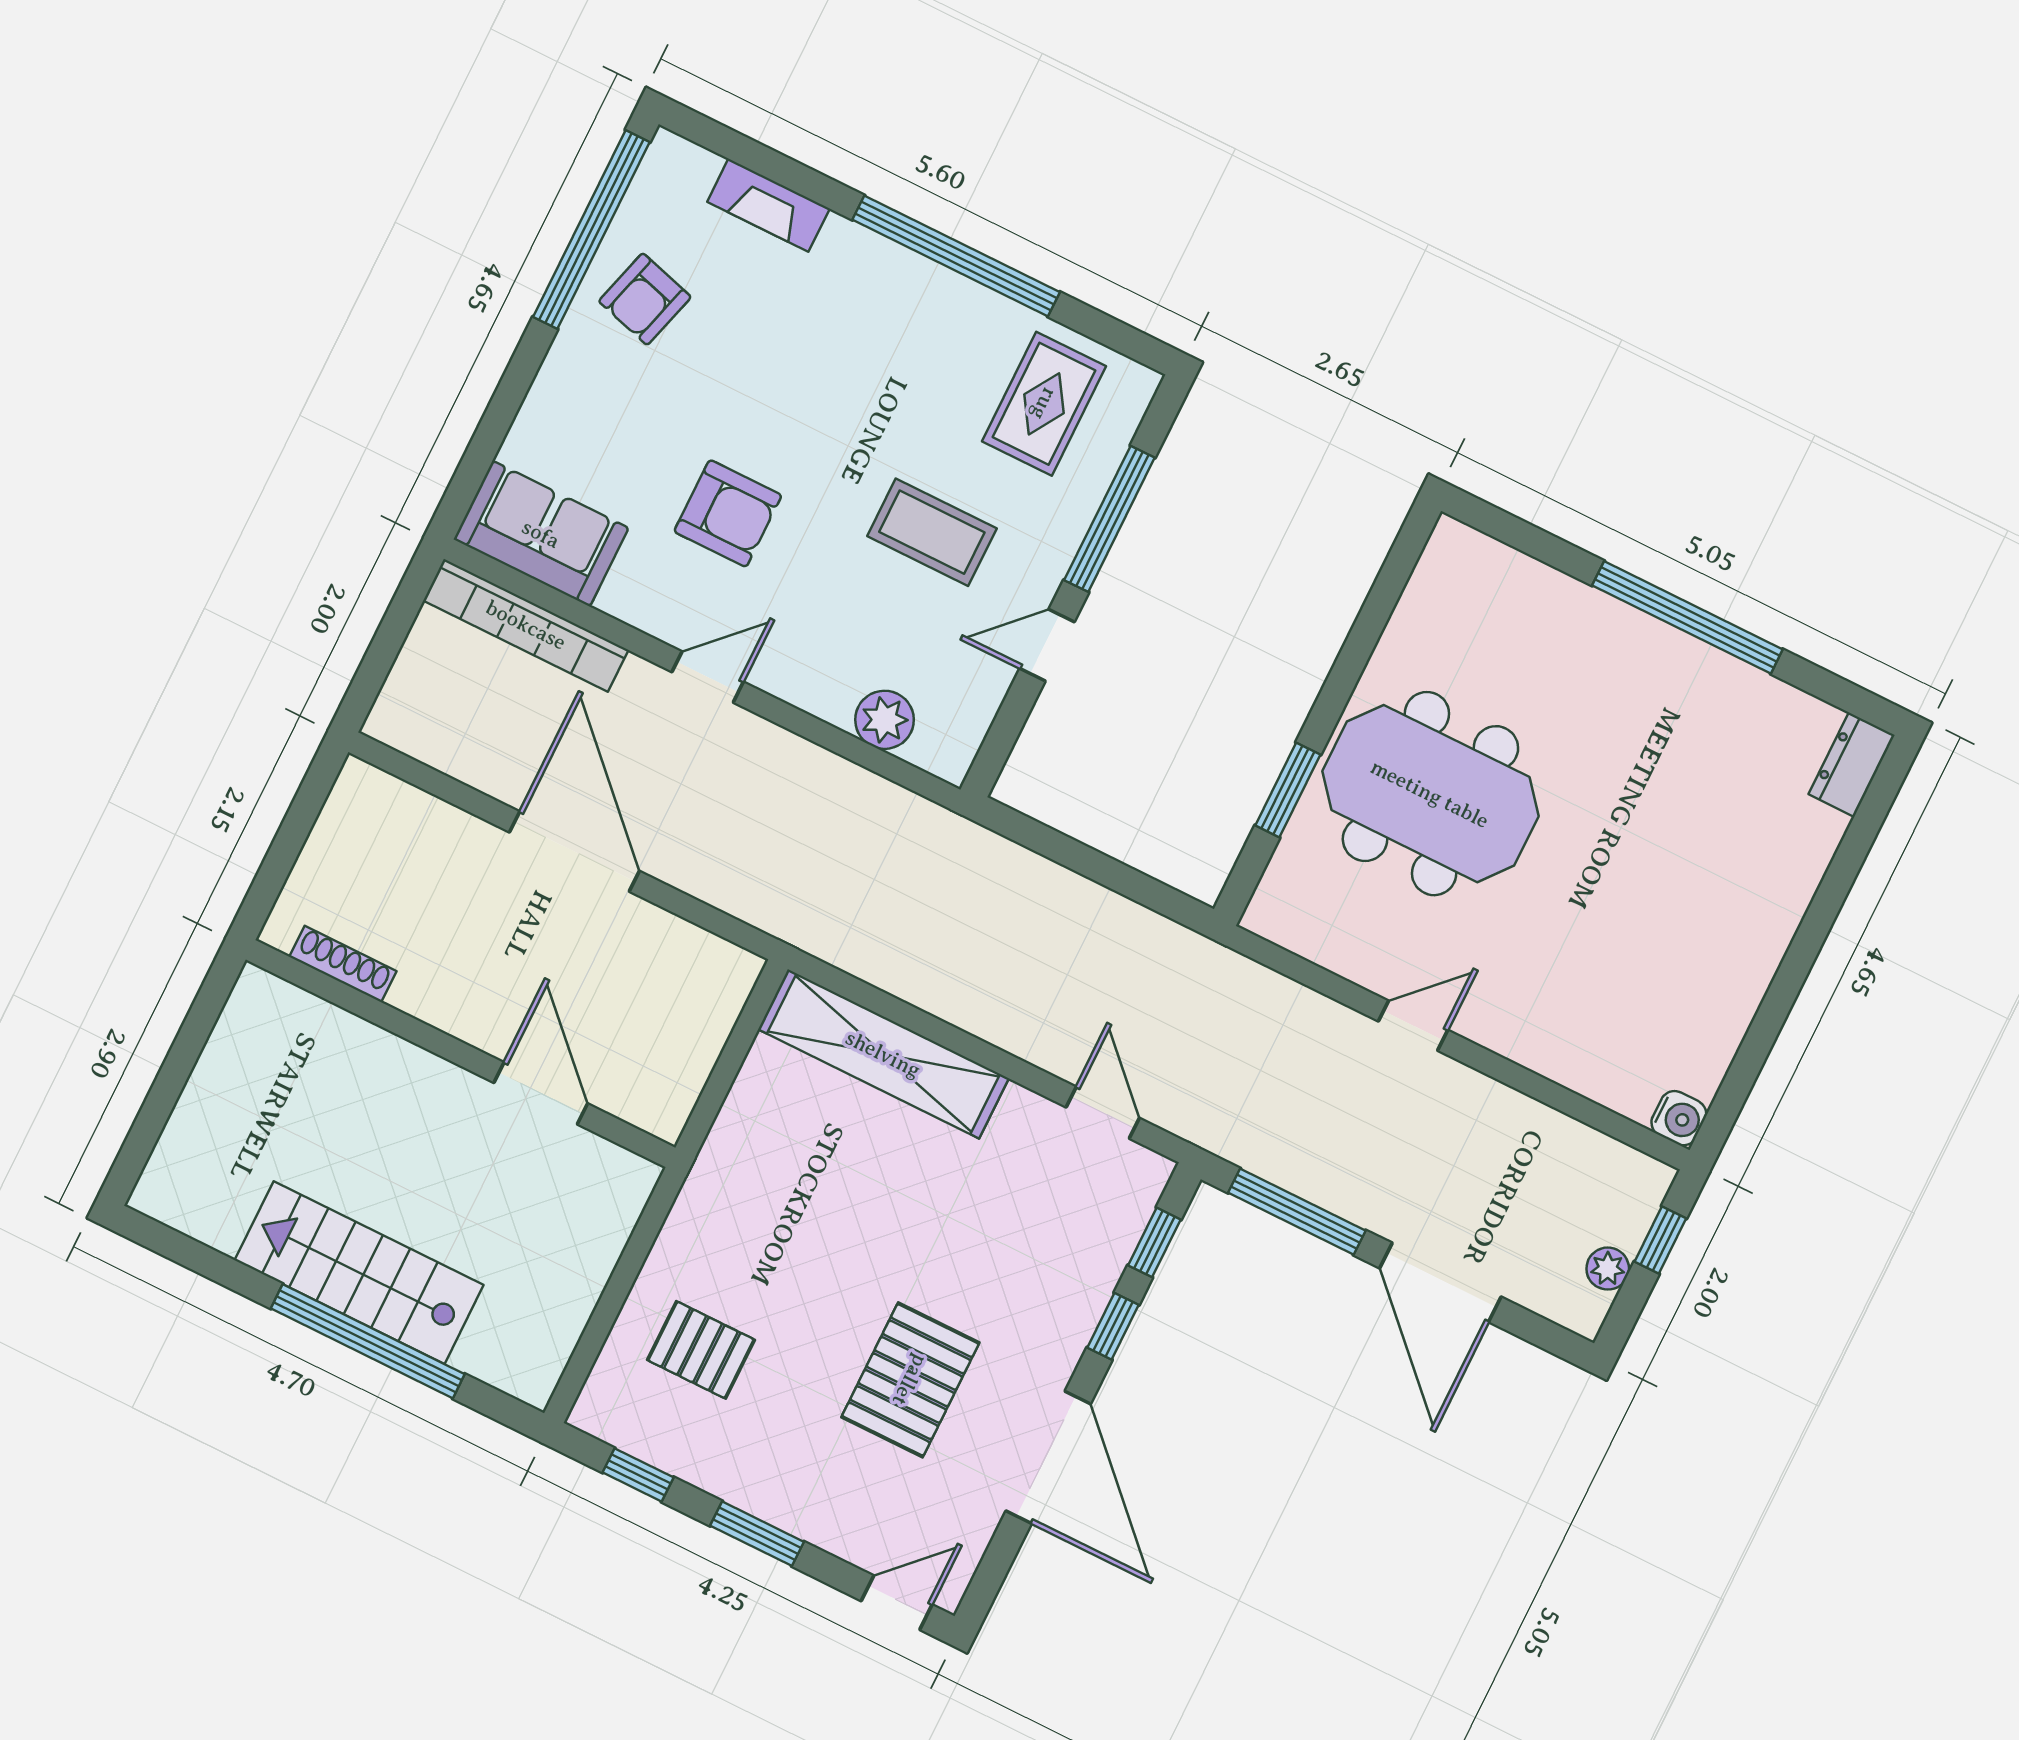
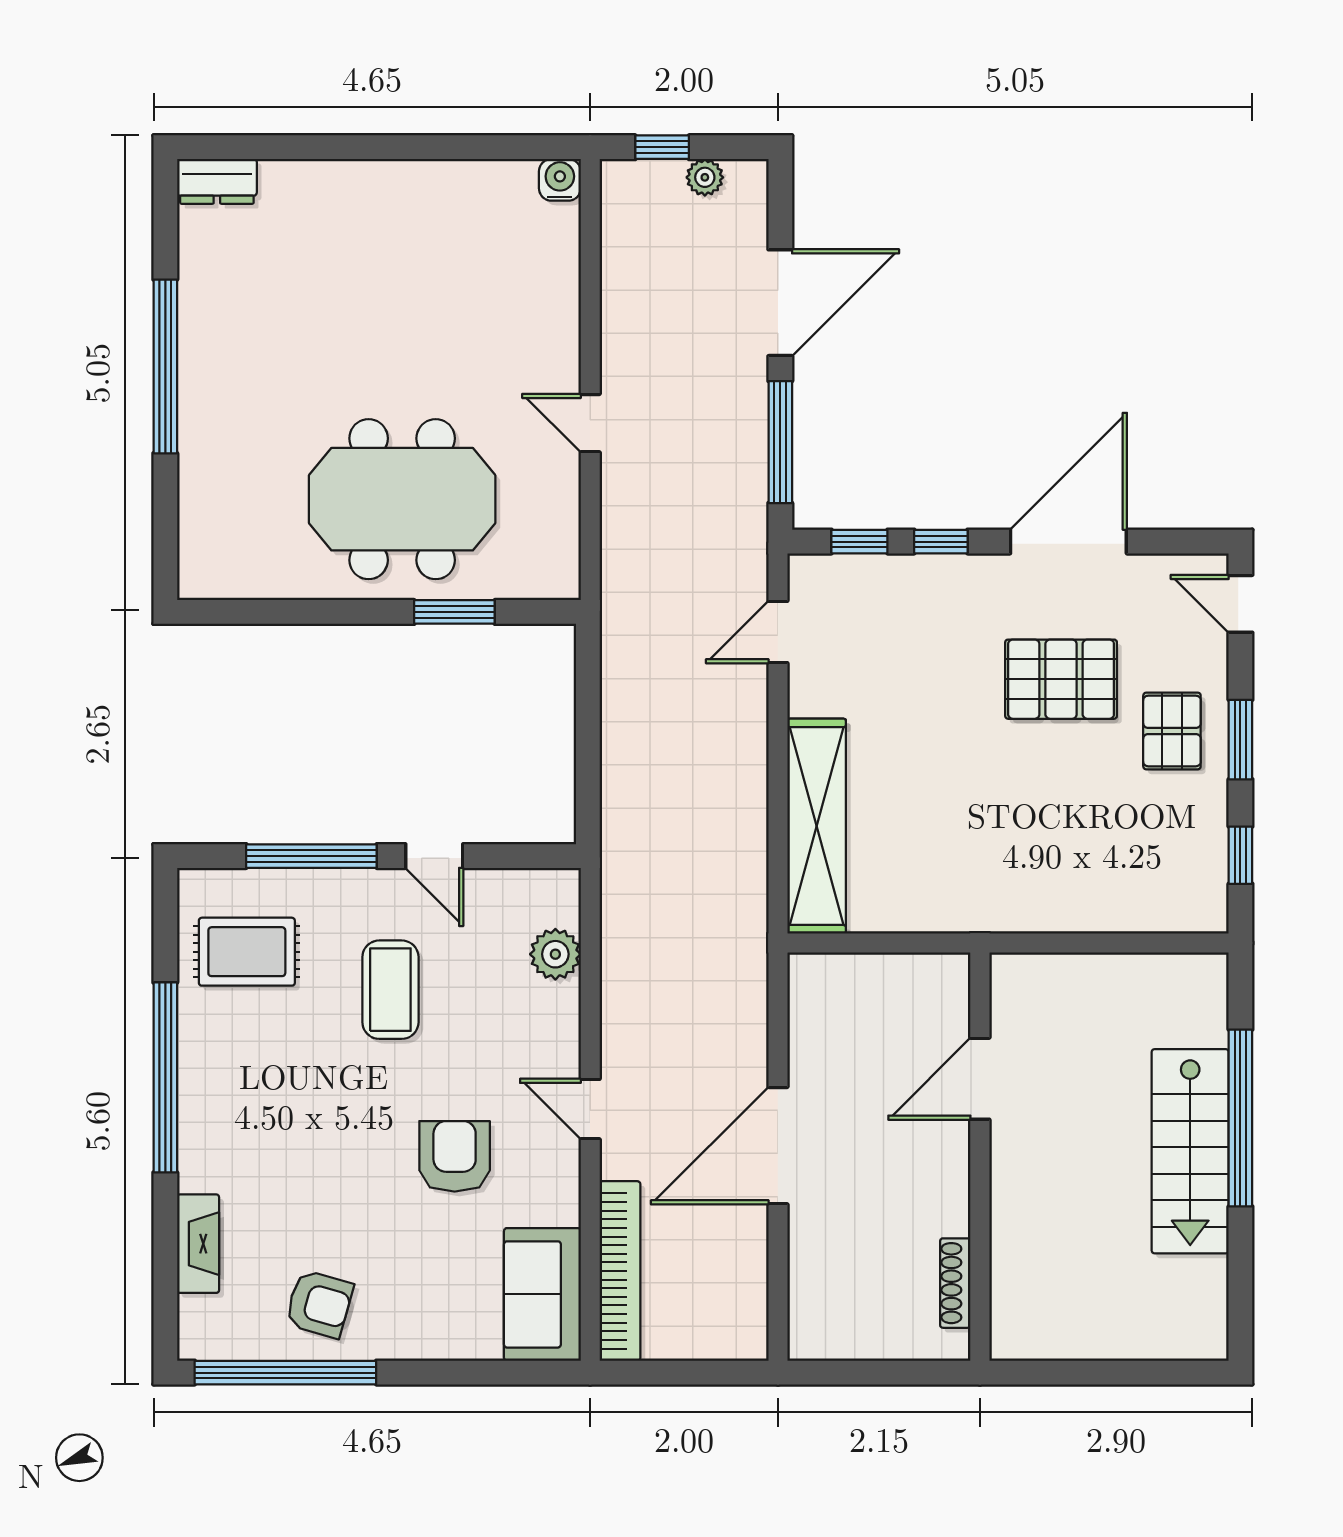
meeting table: (1430, 794) -> (402, 499), turned 90
pallet: (701, 1350) -> (1172, 731), moved

